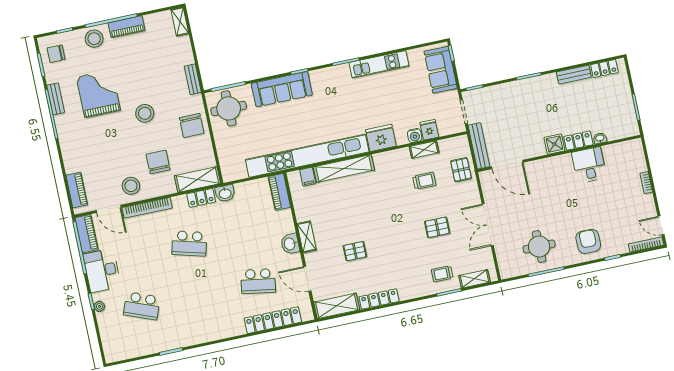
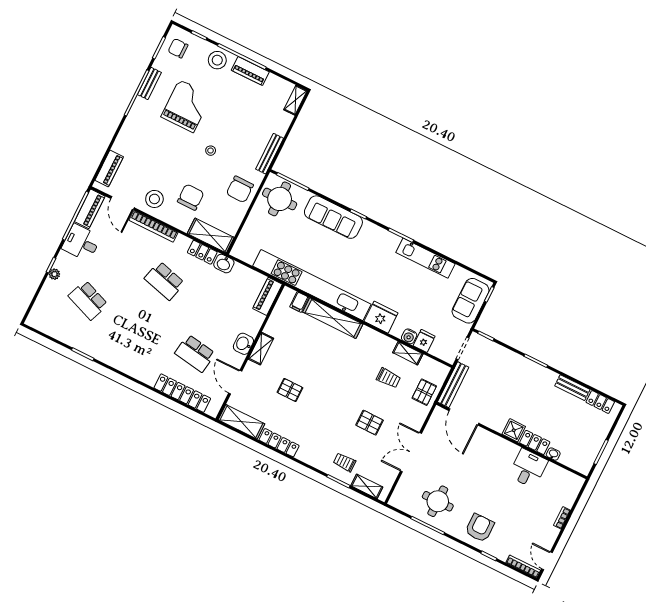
bench: (193, 79) -> (270, 154), width x1.36
stool: (145, 113) -> (211, 151), width x0.53, depth x0.53
desk: (102, 270) -> (81, 243), width x0.73

